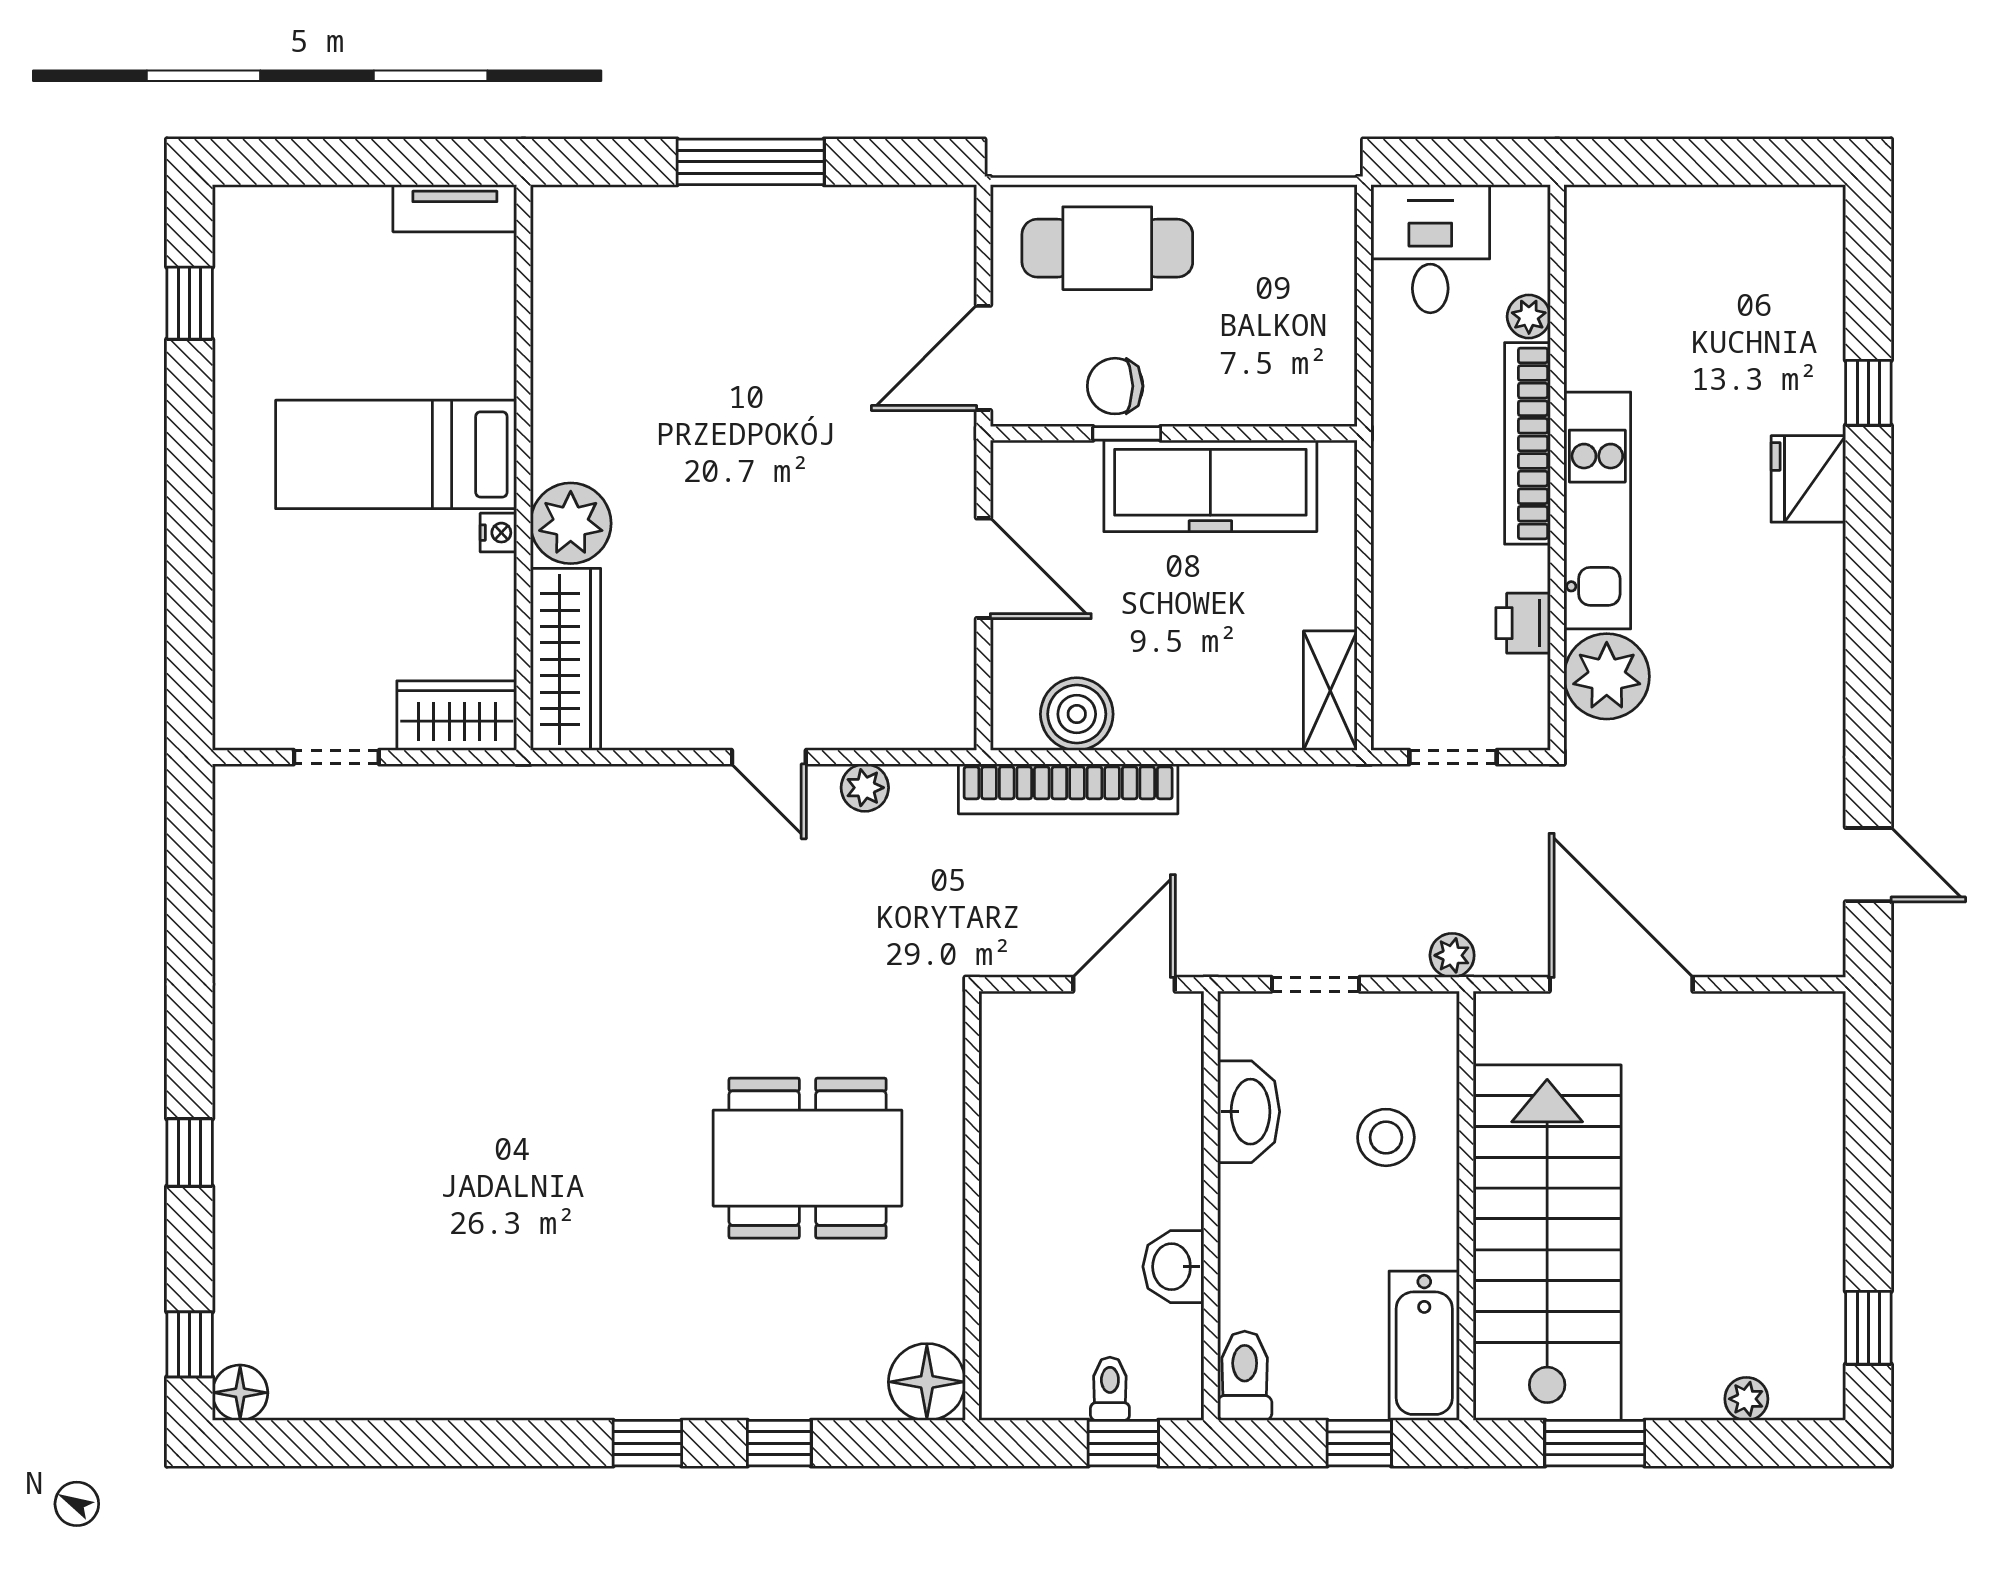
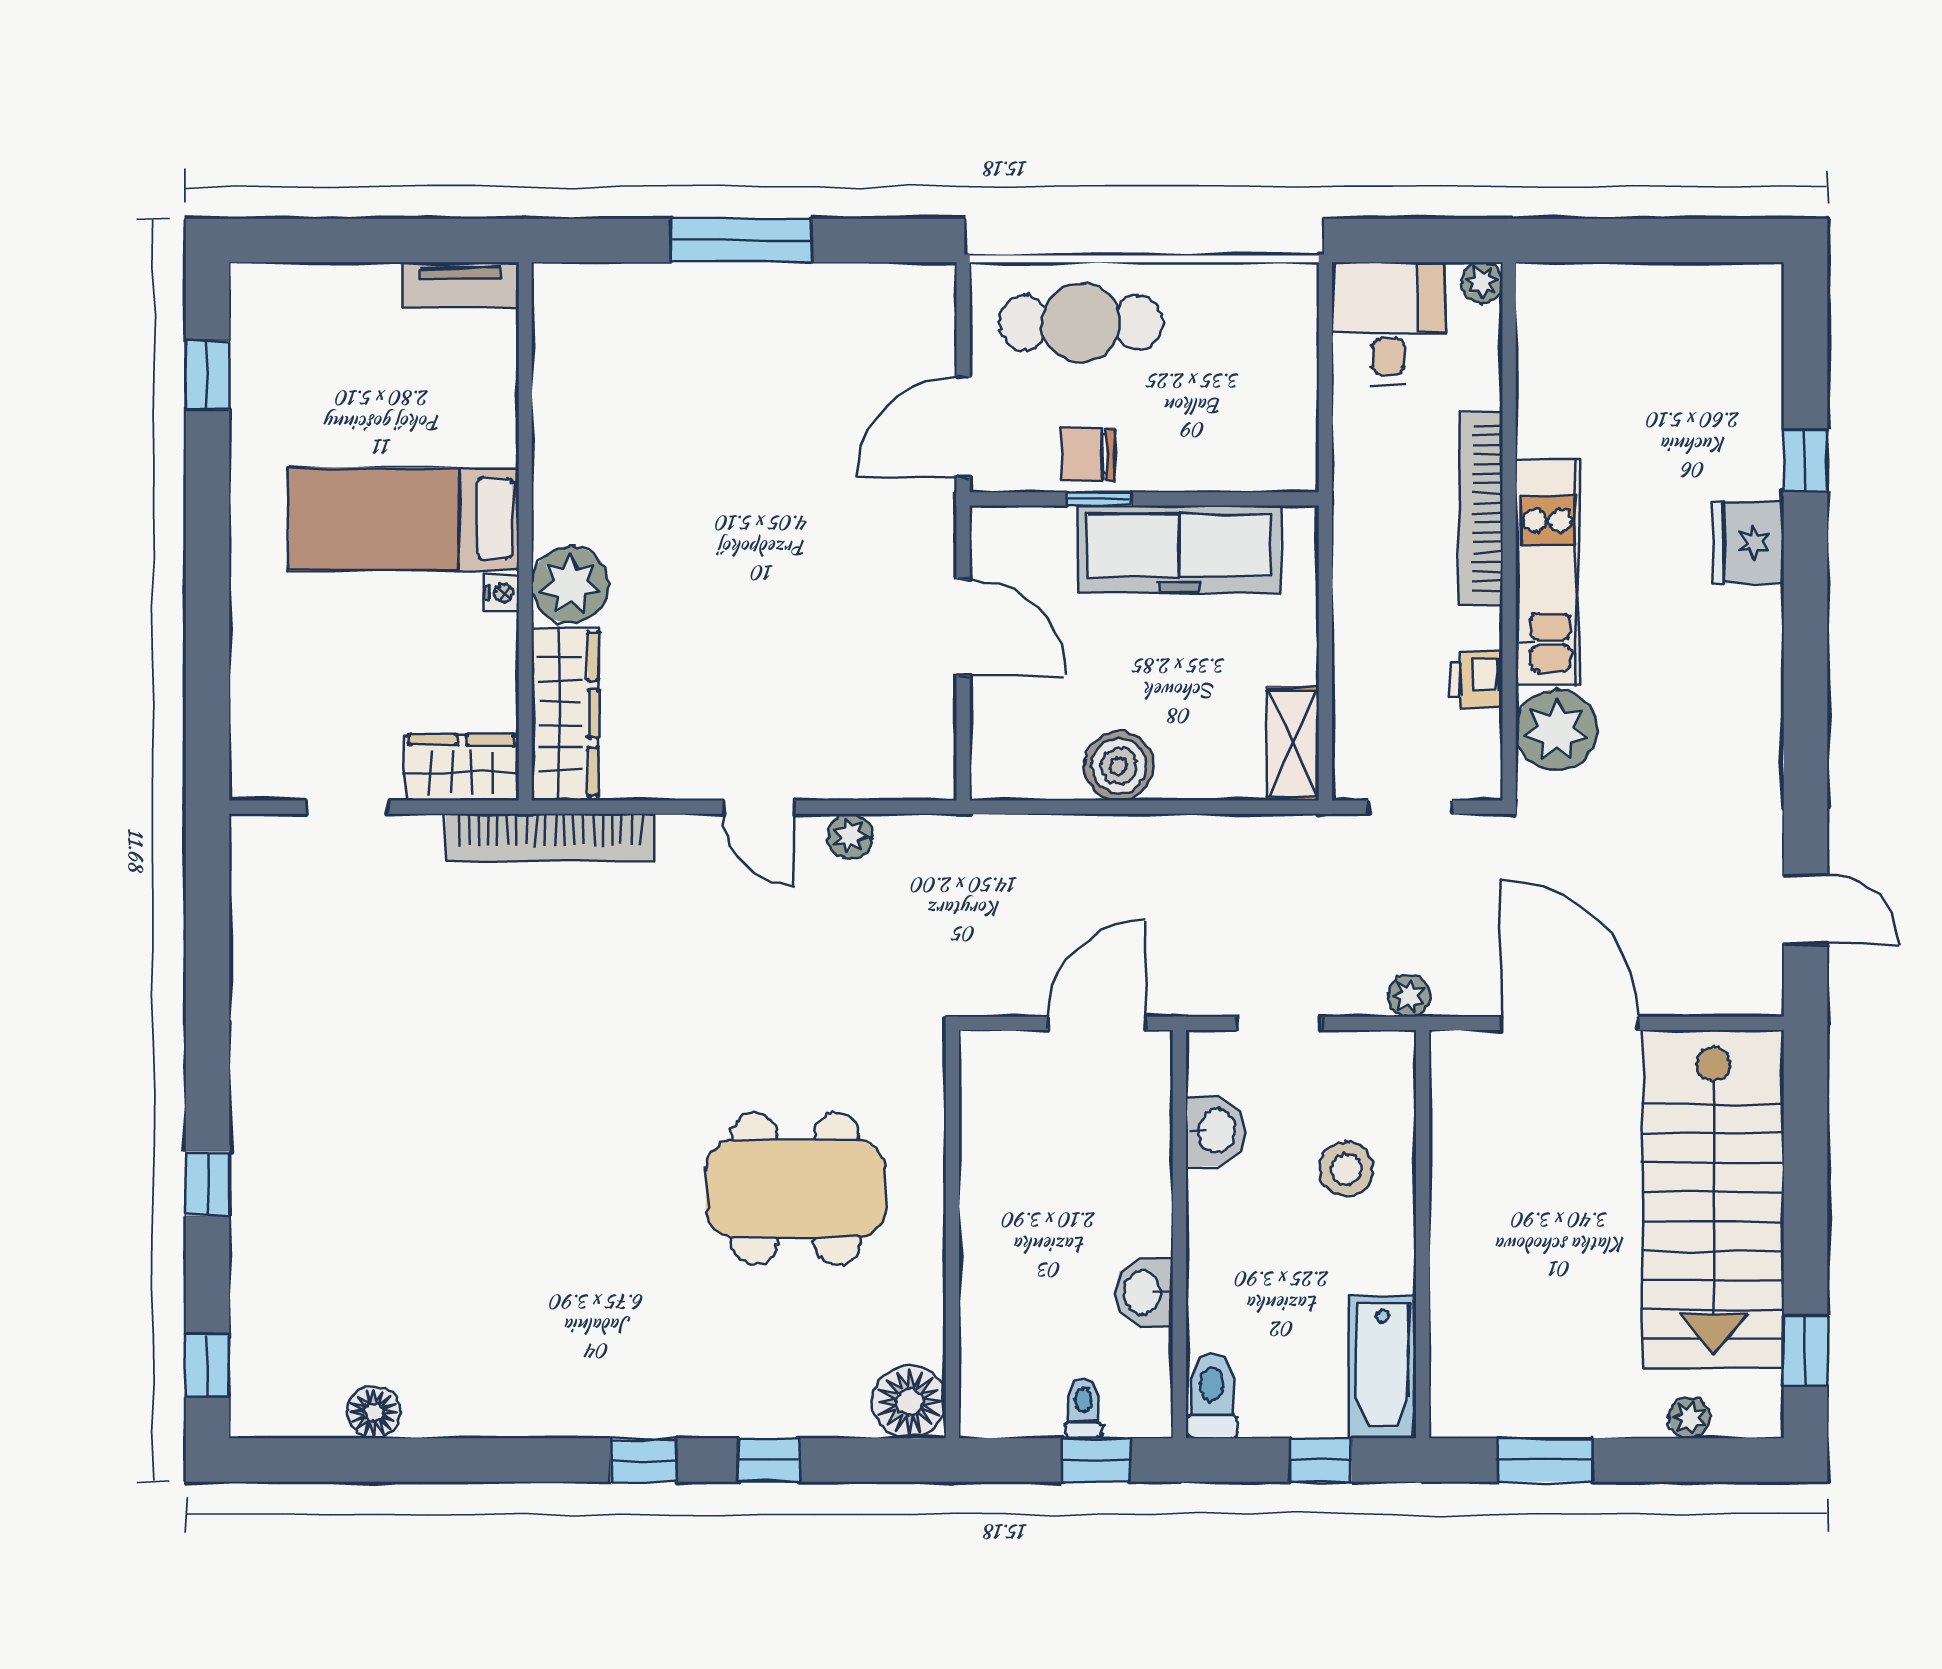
plant: (1529, 317) -> (1482, 283), moved
boiler: (1077, 714) -> (1119, 766), moved
bookcase: (1068, 789) -> (550, 837), moved
washbasin: (1249, 1112) -> (1215, 1131), width x0.72
stairs: (1547, 1243) -> (1713, 1199), moved, turned 180
floor lamp: (240, 1393) -> (374, 1412), moved

